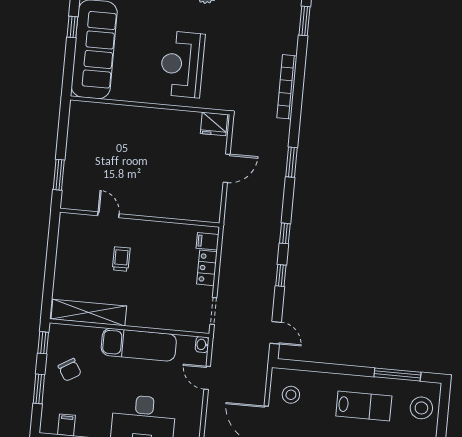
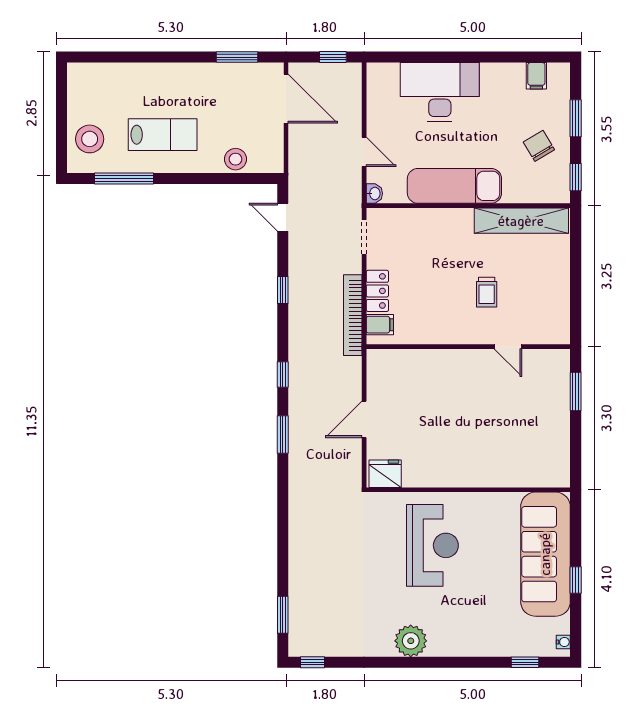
bookcase: (287, 87) -> (353, 315), moved, turned 180
window: (285, 233) -> (283, 375), moved
stool: (291, 395) -> (235, 159), moved
lab bench: (364, 406) -> (163, 135), turned 180

